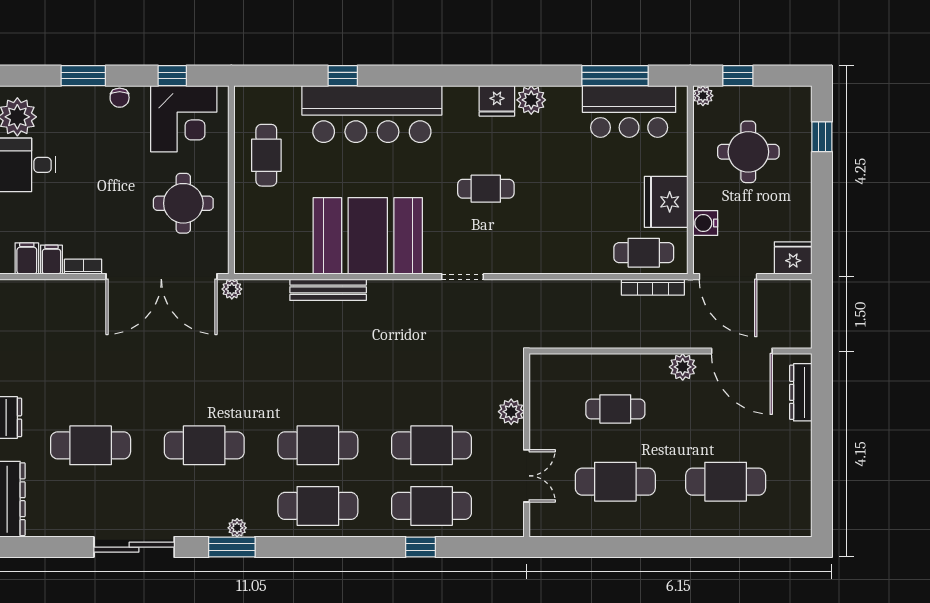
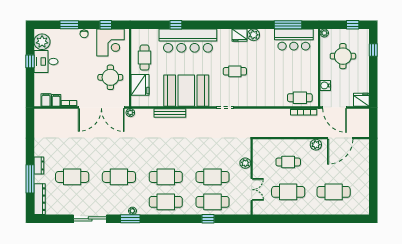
window: (738, 76) -> (353, 25), moved
fridge: (666, 202) -> (140, 85), moved, turned 180
door: (742, 351) -> (340, 138), hinge flipped
dresser: (801, 392) -> (364, 155), removed

